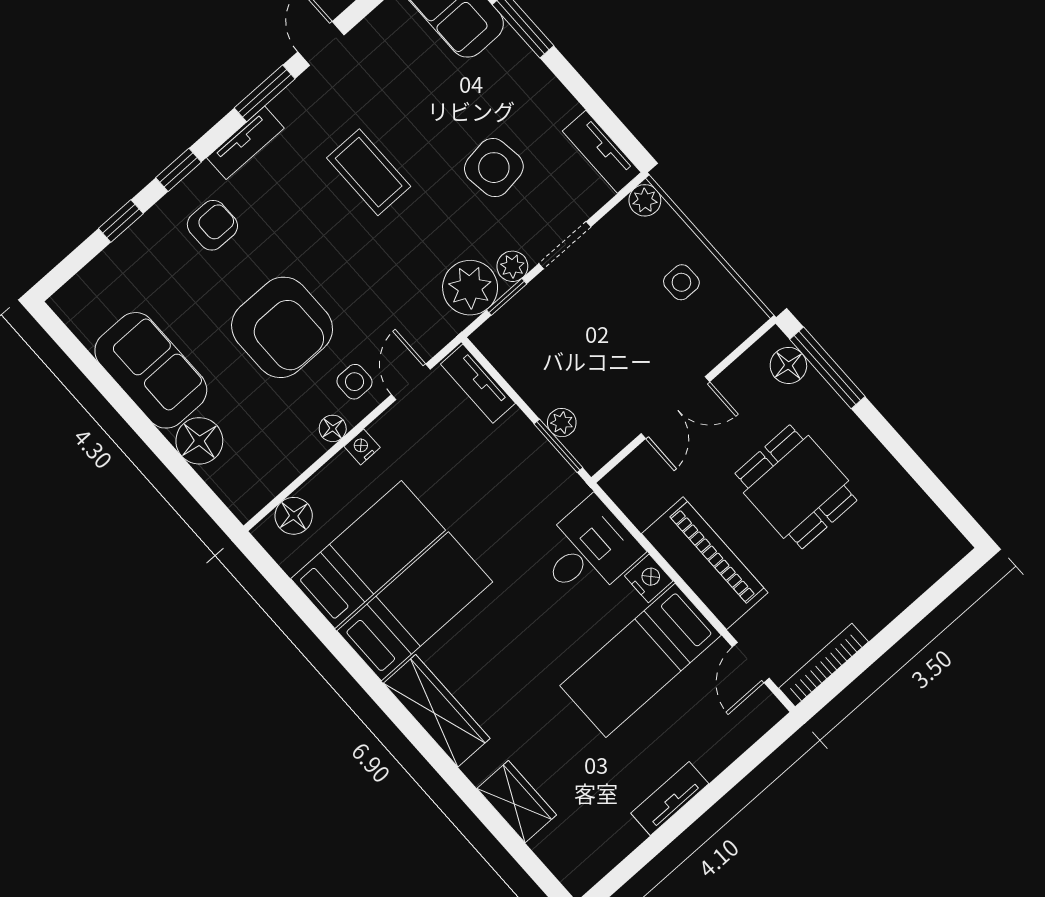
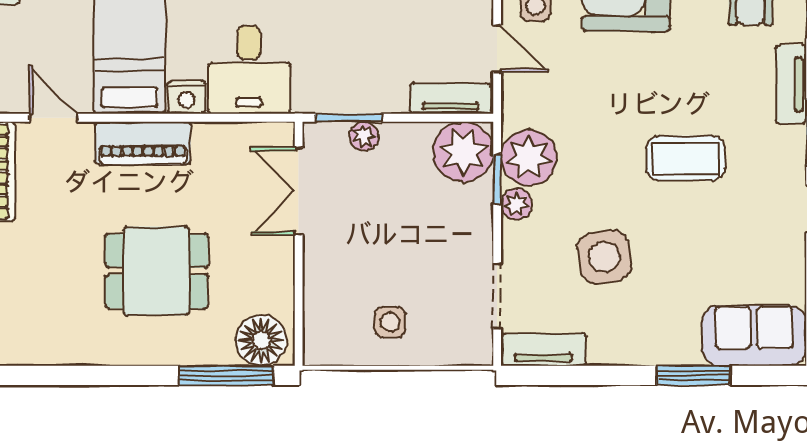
plant: (645, 200) -> (463, 152), moved, width x1.88, depth x1.88
doorway: (565, 245) -> (497, 296), moved
floor lamp: (788, 365) -> (261, 340), width x1.38, depth x1.38
double door: (675, 408) -> (299, 191), moved
piano: (705, 563) -> (143, 143), width x0.73, depth x0.75

